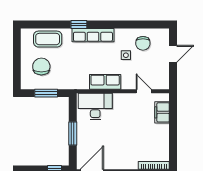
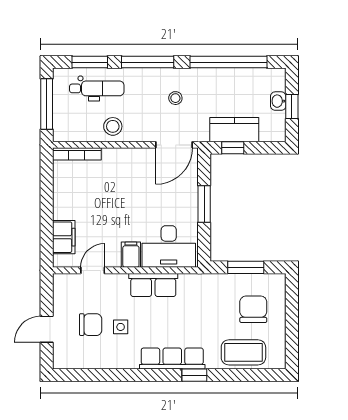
chair: (143, 43) -> (91, 325), moved, turned 90
chair: (41, 67) -> (253, 309), turned 180
door: (144, 91) -> (93, 270), swing flipped
filing cabinet: (119, 101) -> (131, 255), added

